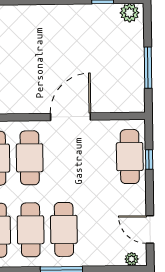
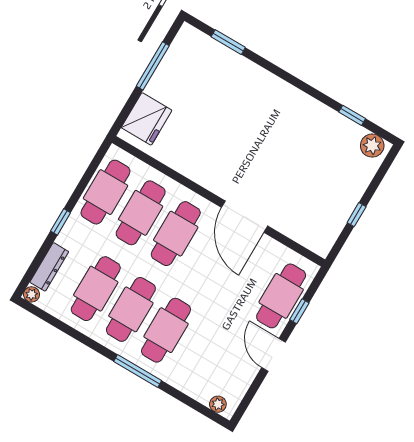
window: (148, 68) -> (357, 215), width x0.46
door: (71, 117) -> (245, 217), swing flipped
door: (150, 229) -> (274, 355), moved

